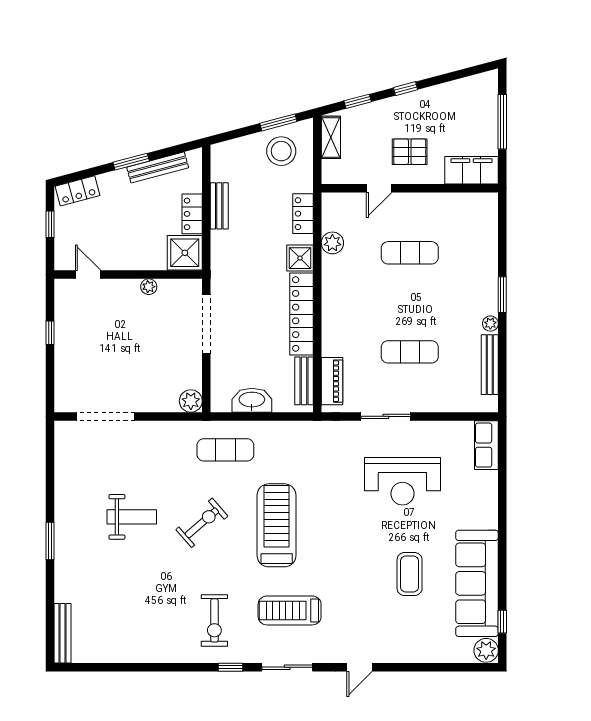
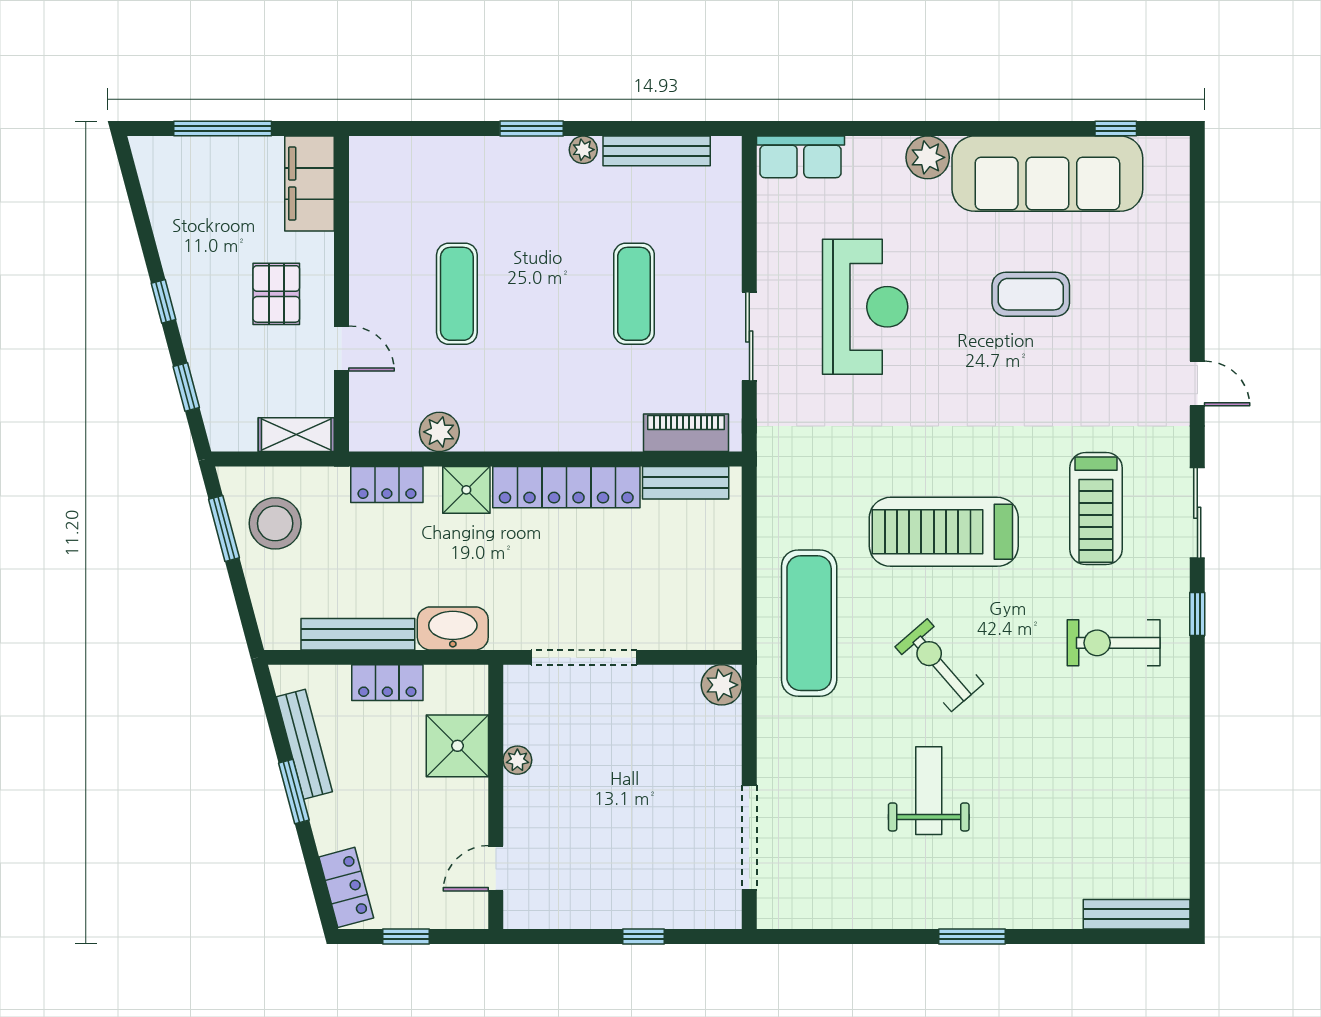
shelving: (331, 137) -> (296, 435), moved
bench: (219, 206) -> (358, 634), width x1.36
shower: (185, 253) -> (457, 746), moved
window: (50, 333) -> (643, 937), moved
washbasin: (252, 400) -> (453, 628), moved, turned 90
exercise mat: (225, 450) -> (809, 623), width x1.36, depth x1.45
exercise bike: (214, 620) -> (1114, 643), turned 180
plant: (486, 650) -> (928, 157), moved

